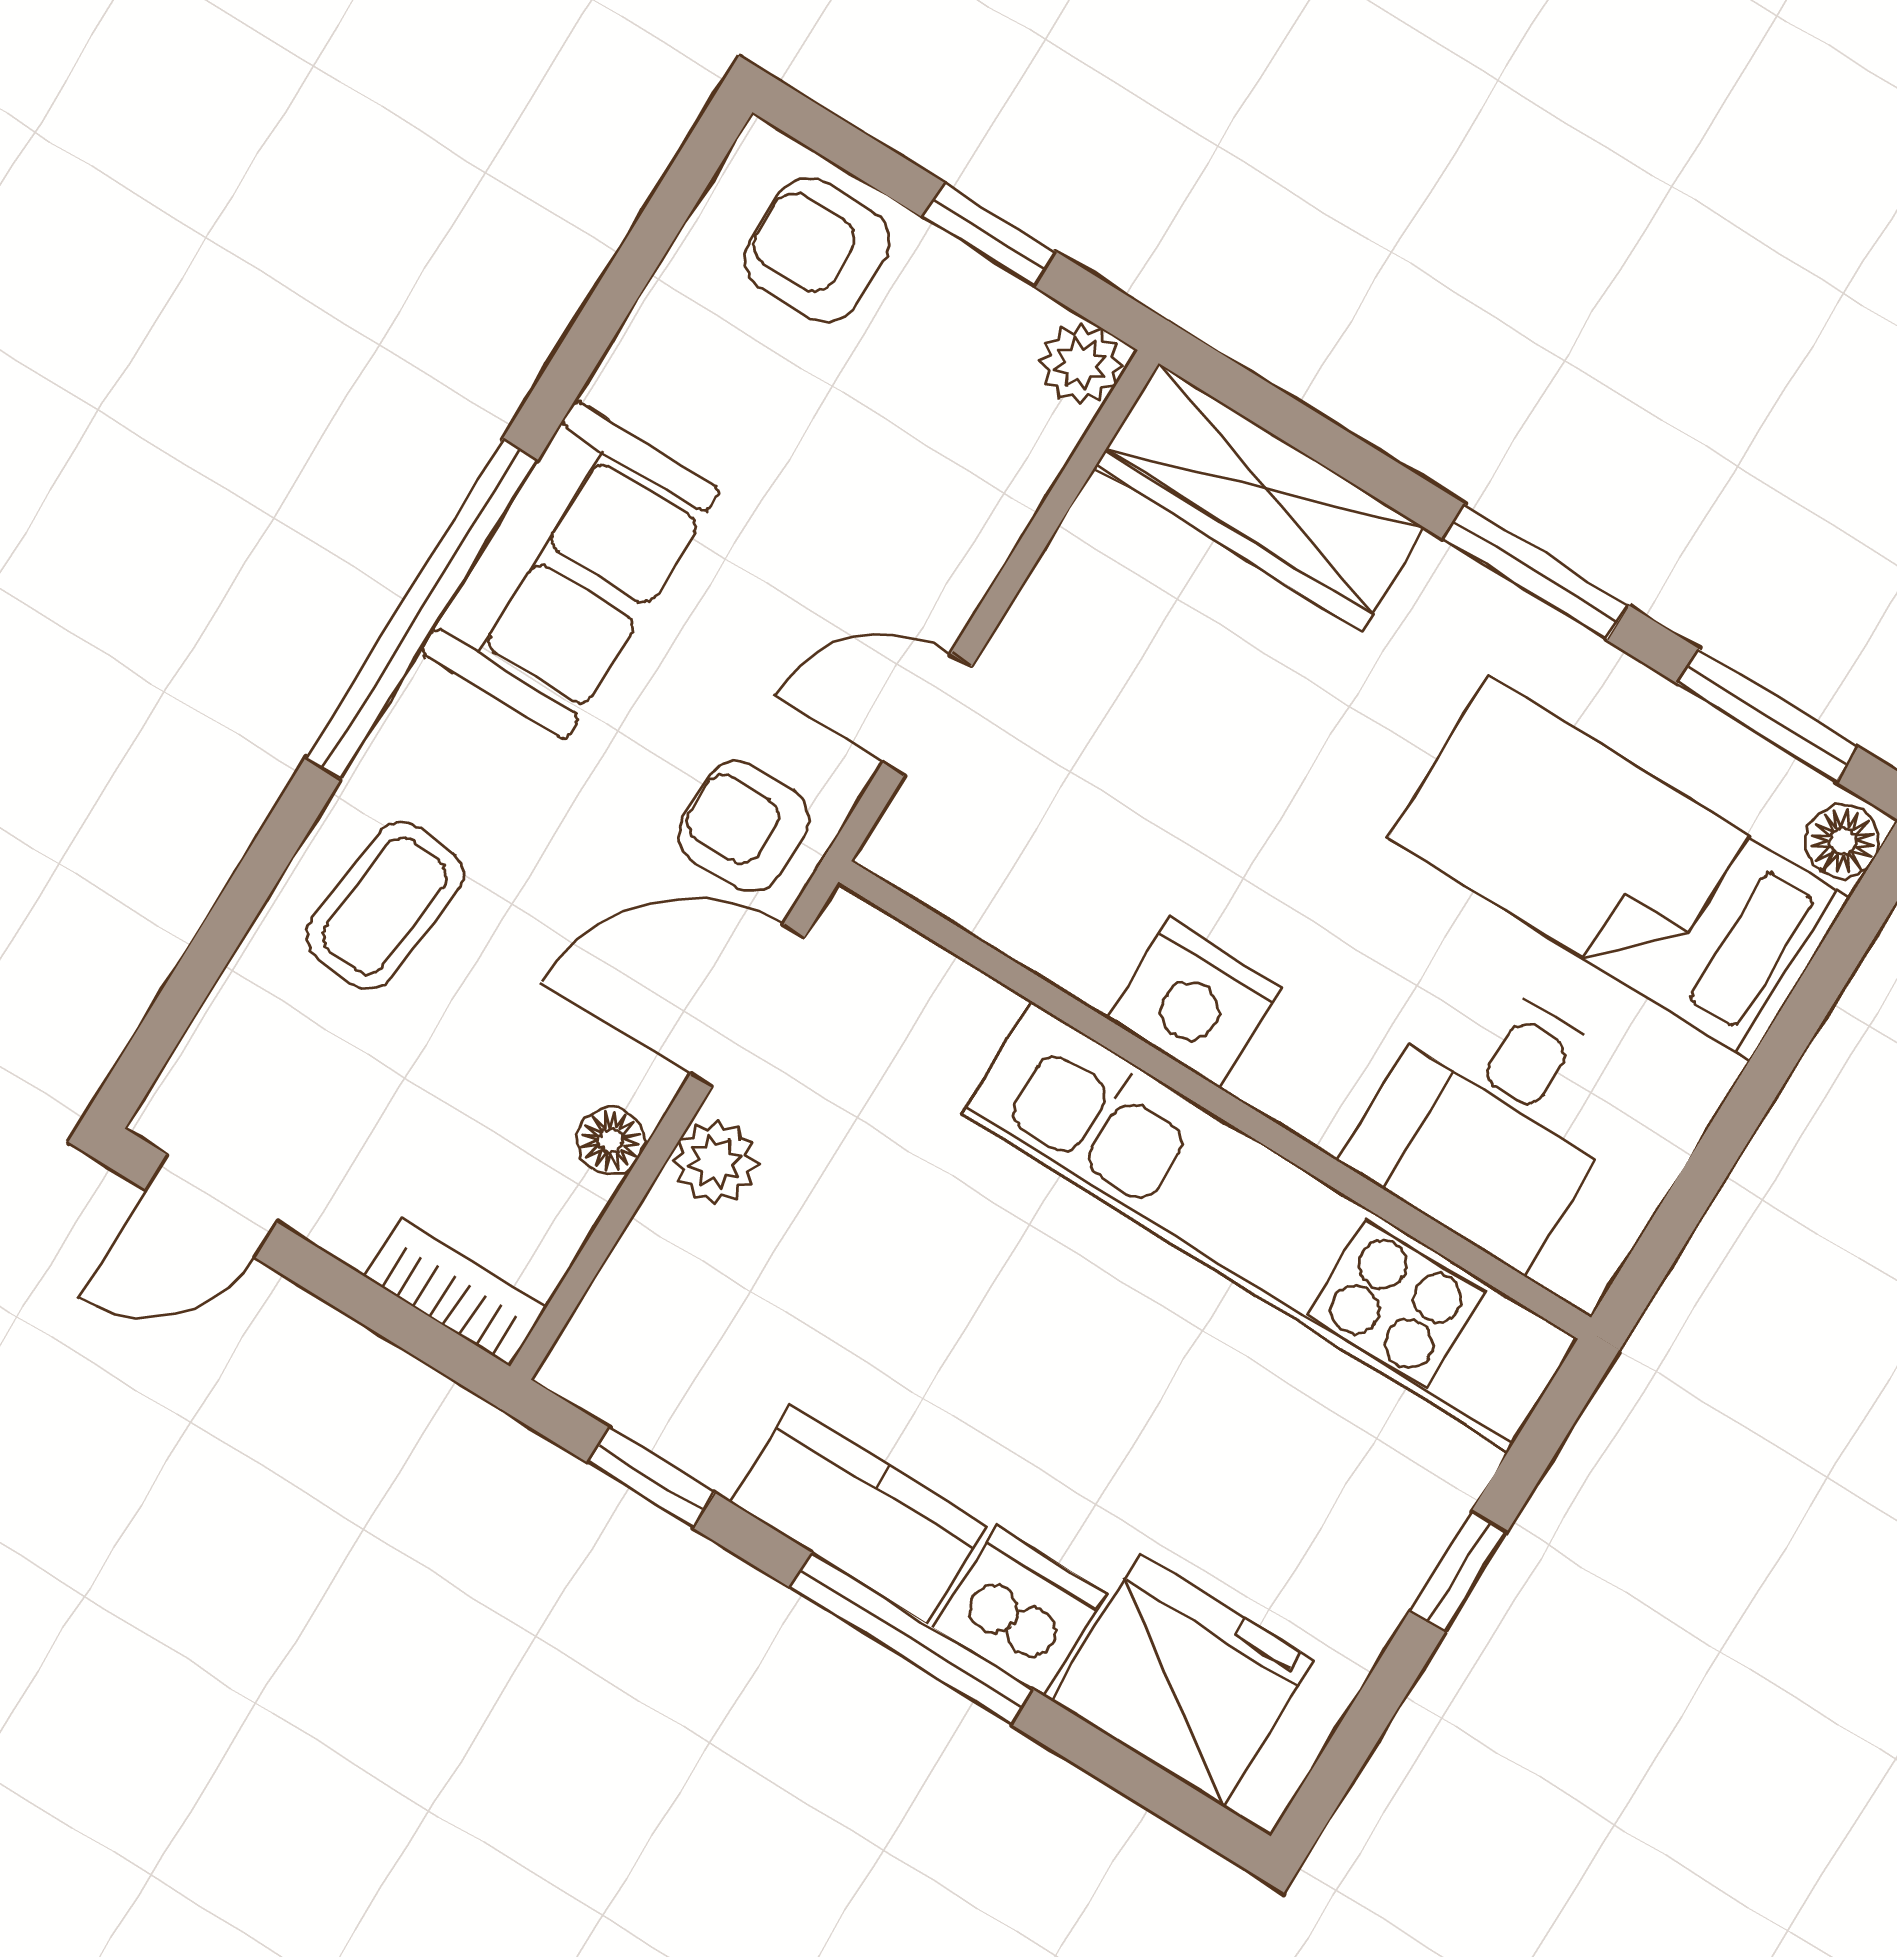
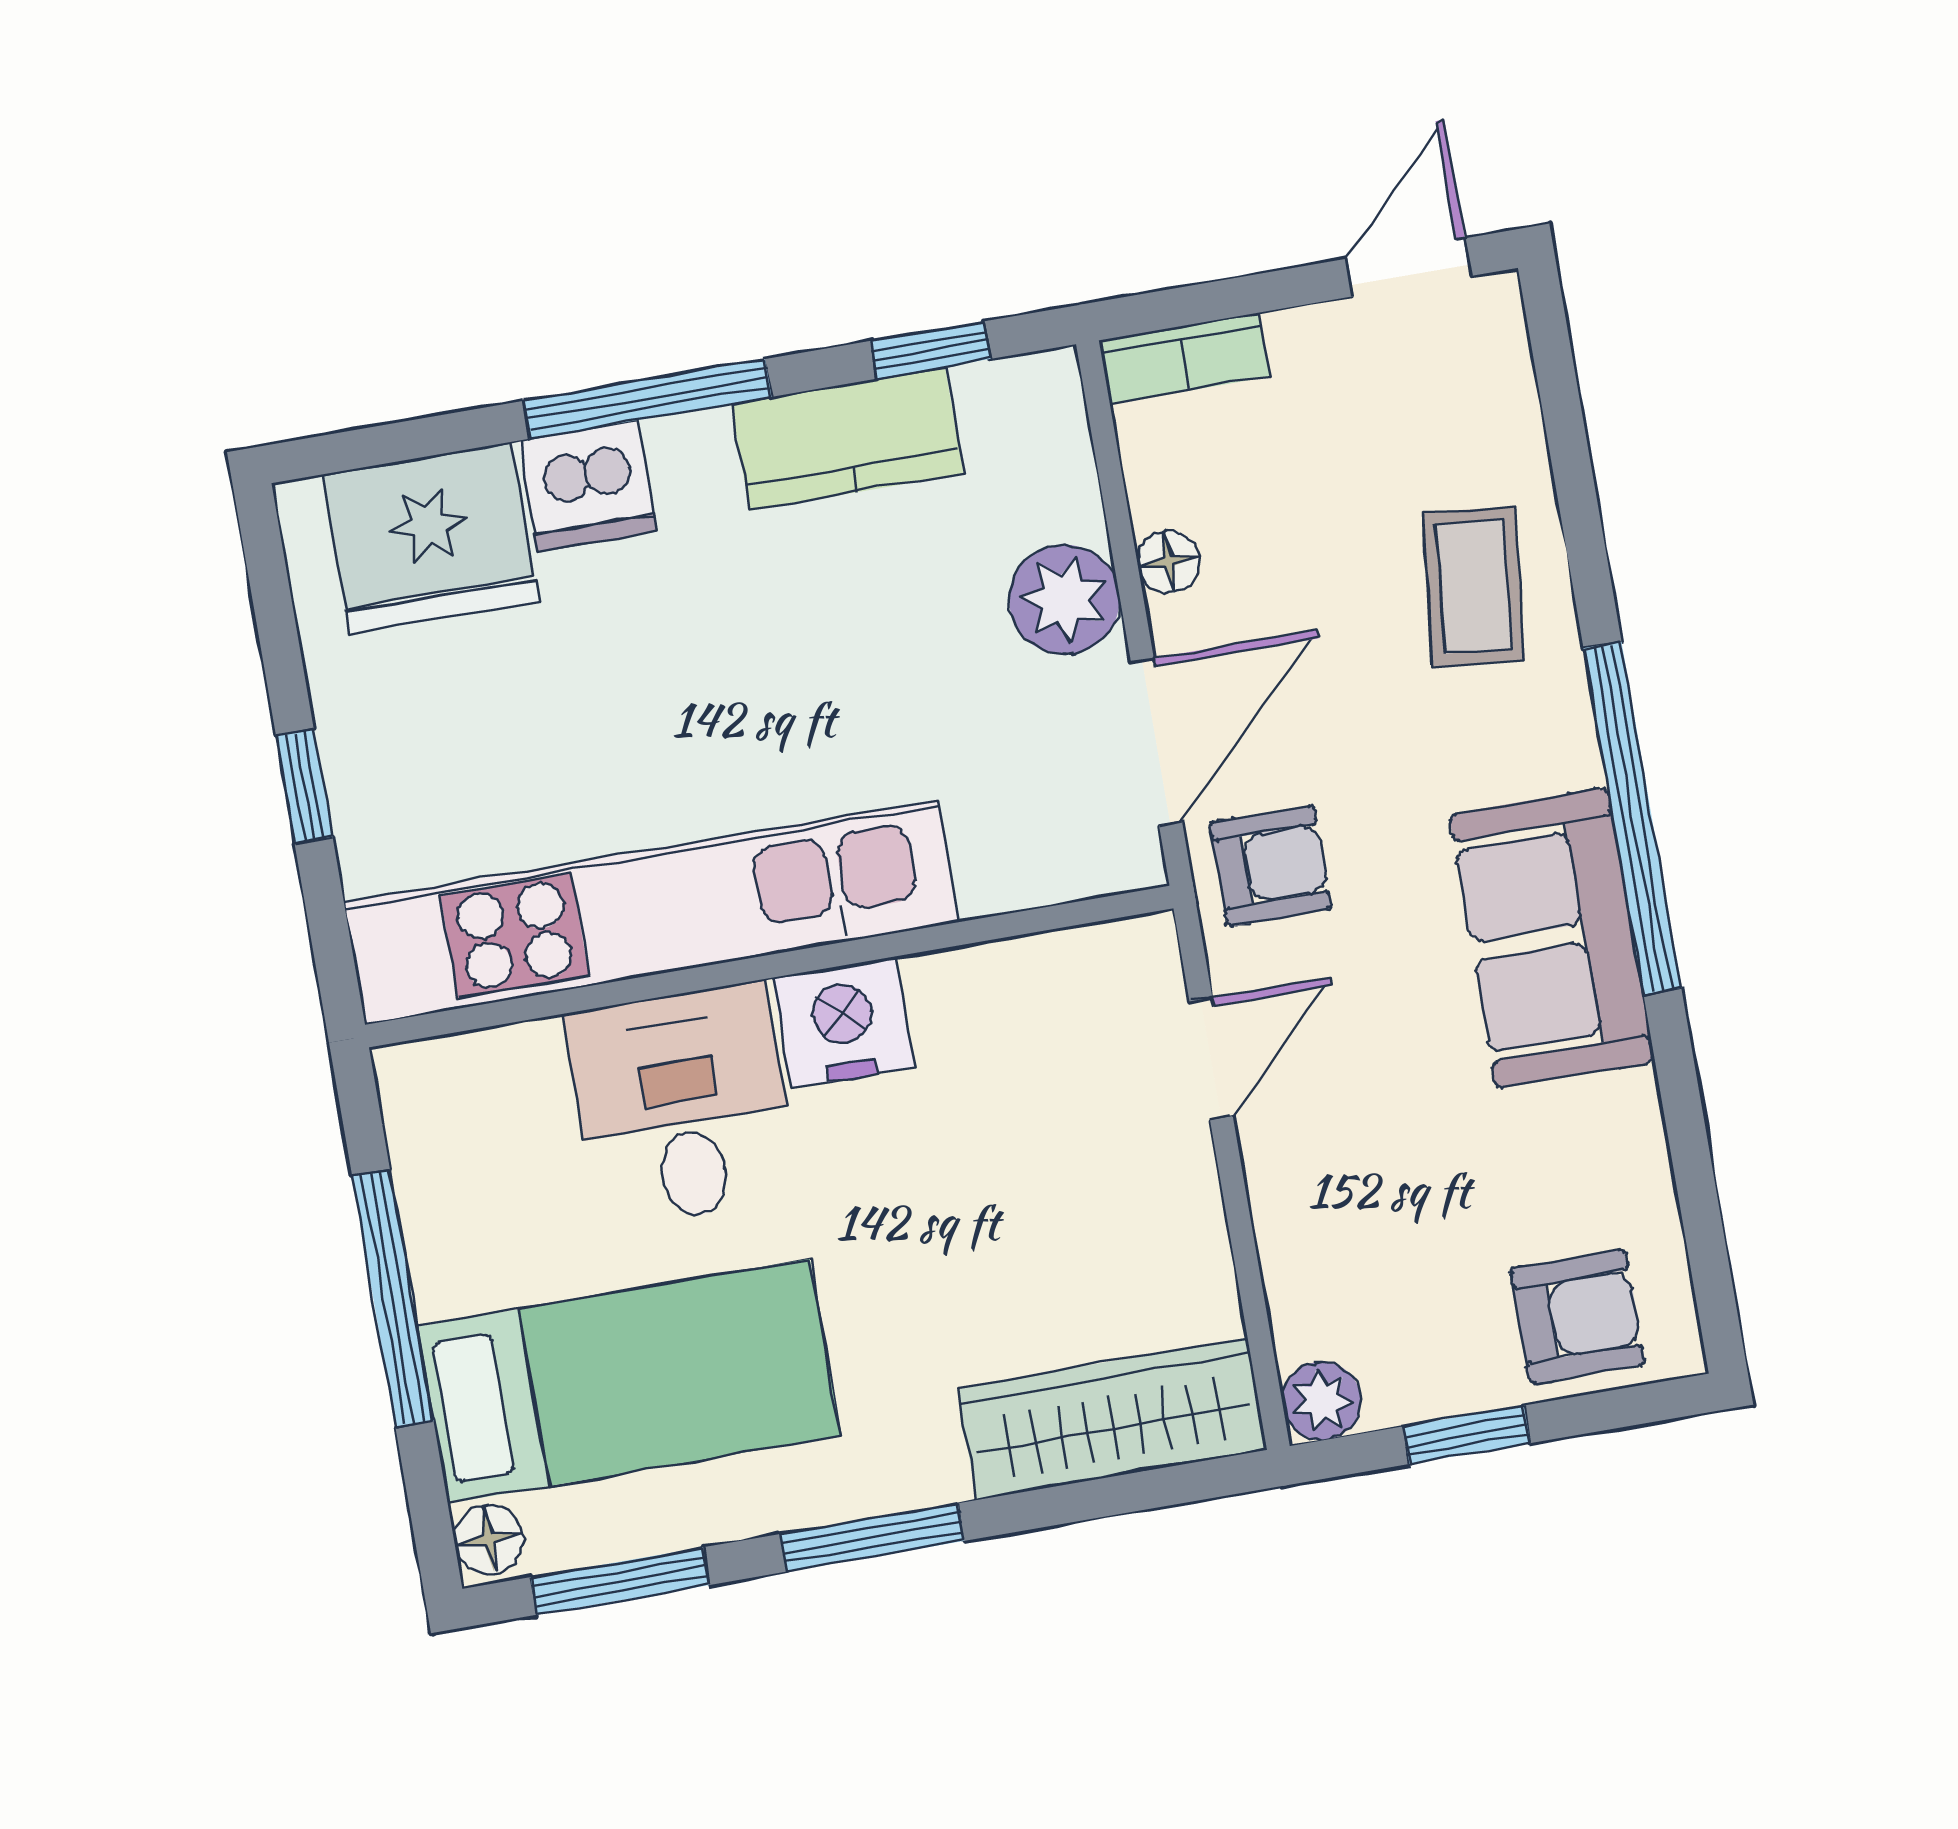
window: (1749, 1100) -> (393, 1299), added
desk: (1492, 1118) -> (682, 1106), moved
plant: (715, 1162) -> (1064, 600), width x1.38, depth x1.38
kitchen counter: (859, 1514) -> (847, 439), moved

